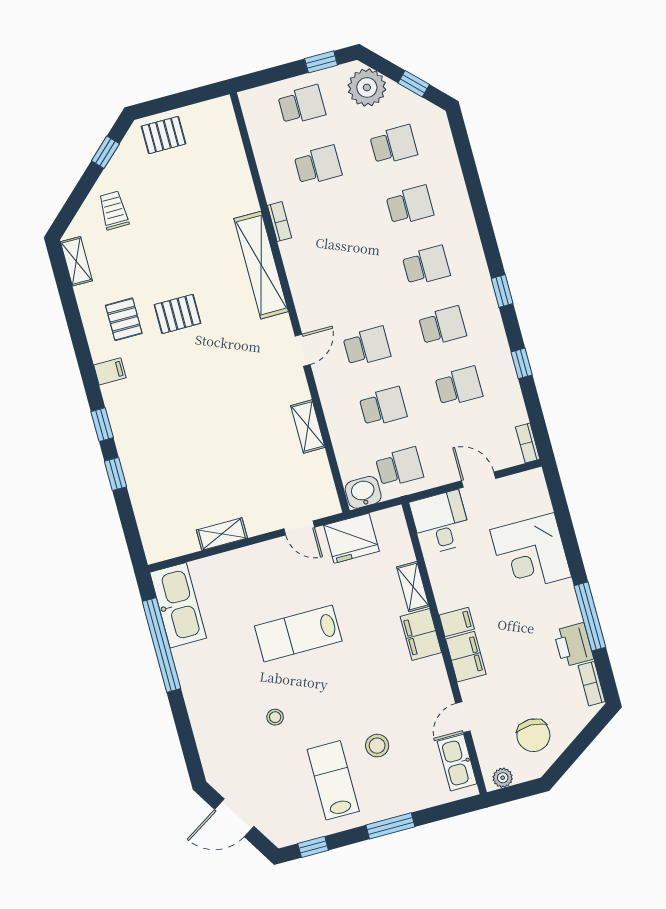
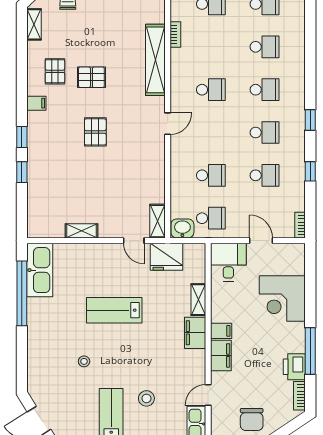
school desk: (367, 346) -> (211, 90), moved
pallet: (204, 389) -> (95, 132), added
shelving: (308, 427) -> (158, 221), moved

